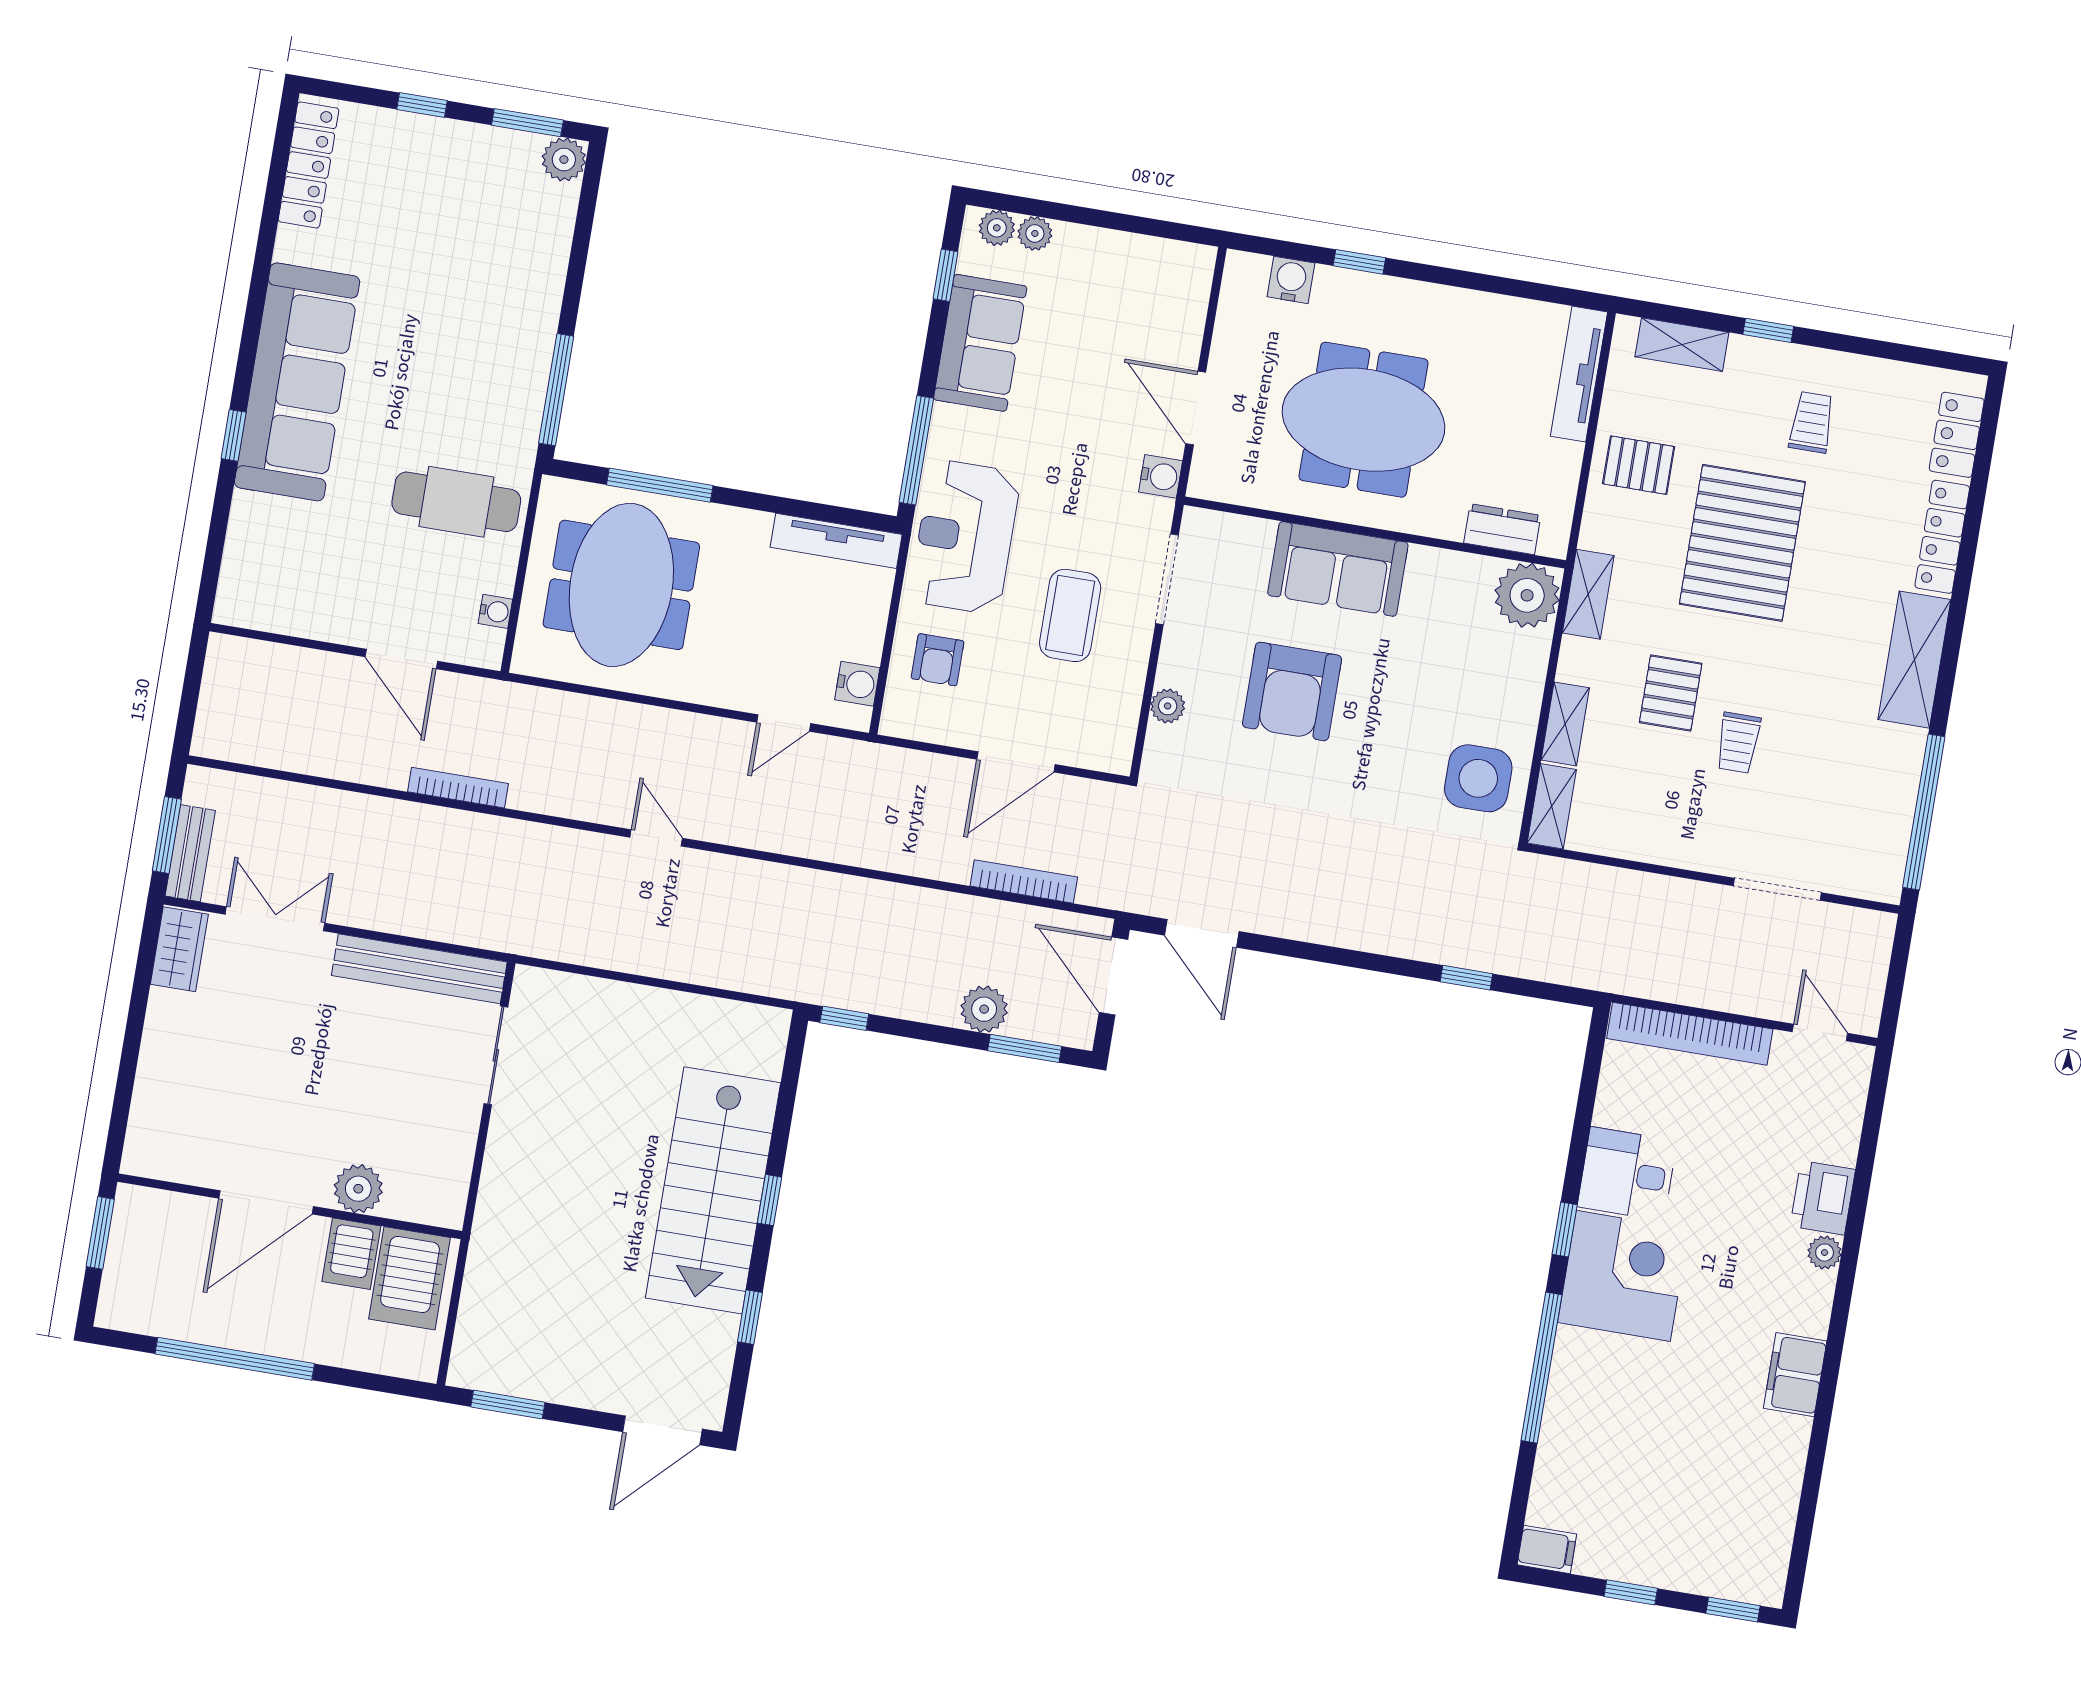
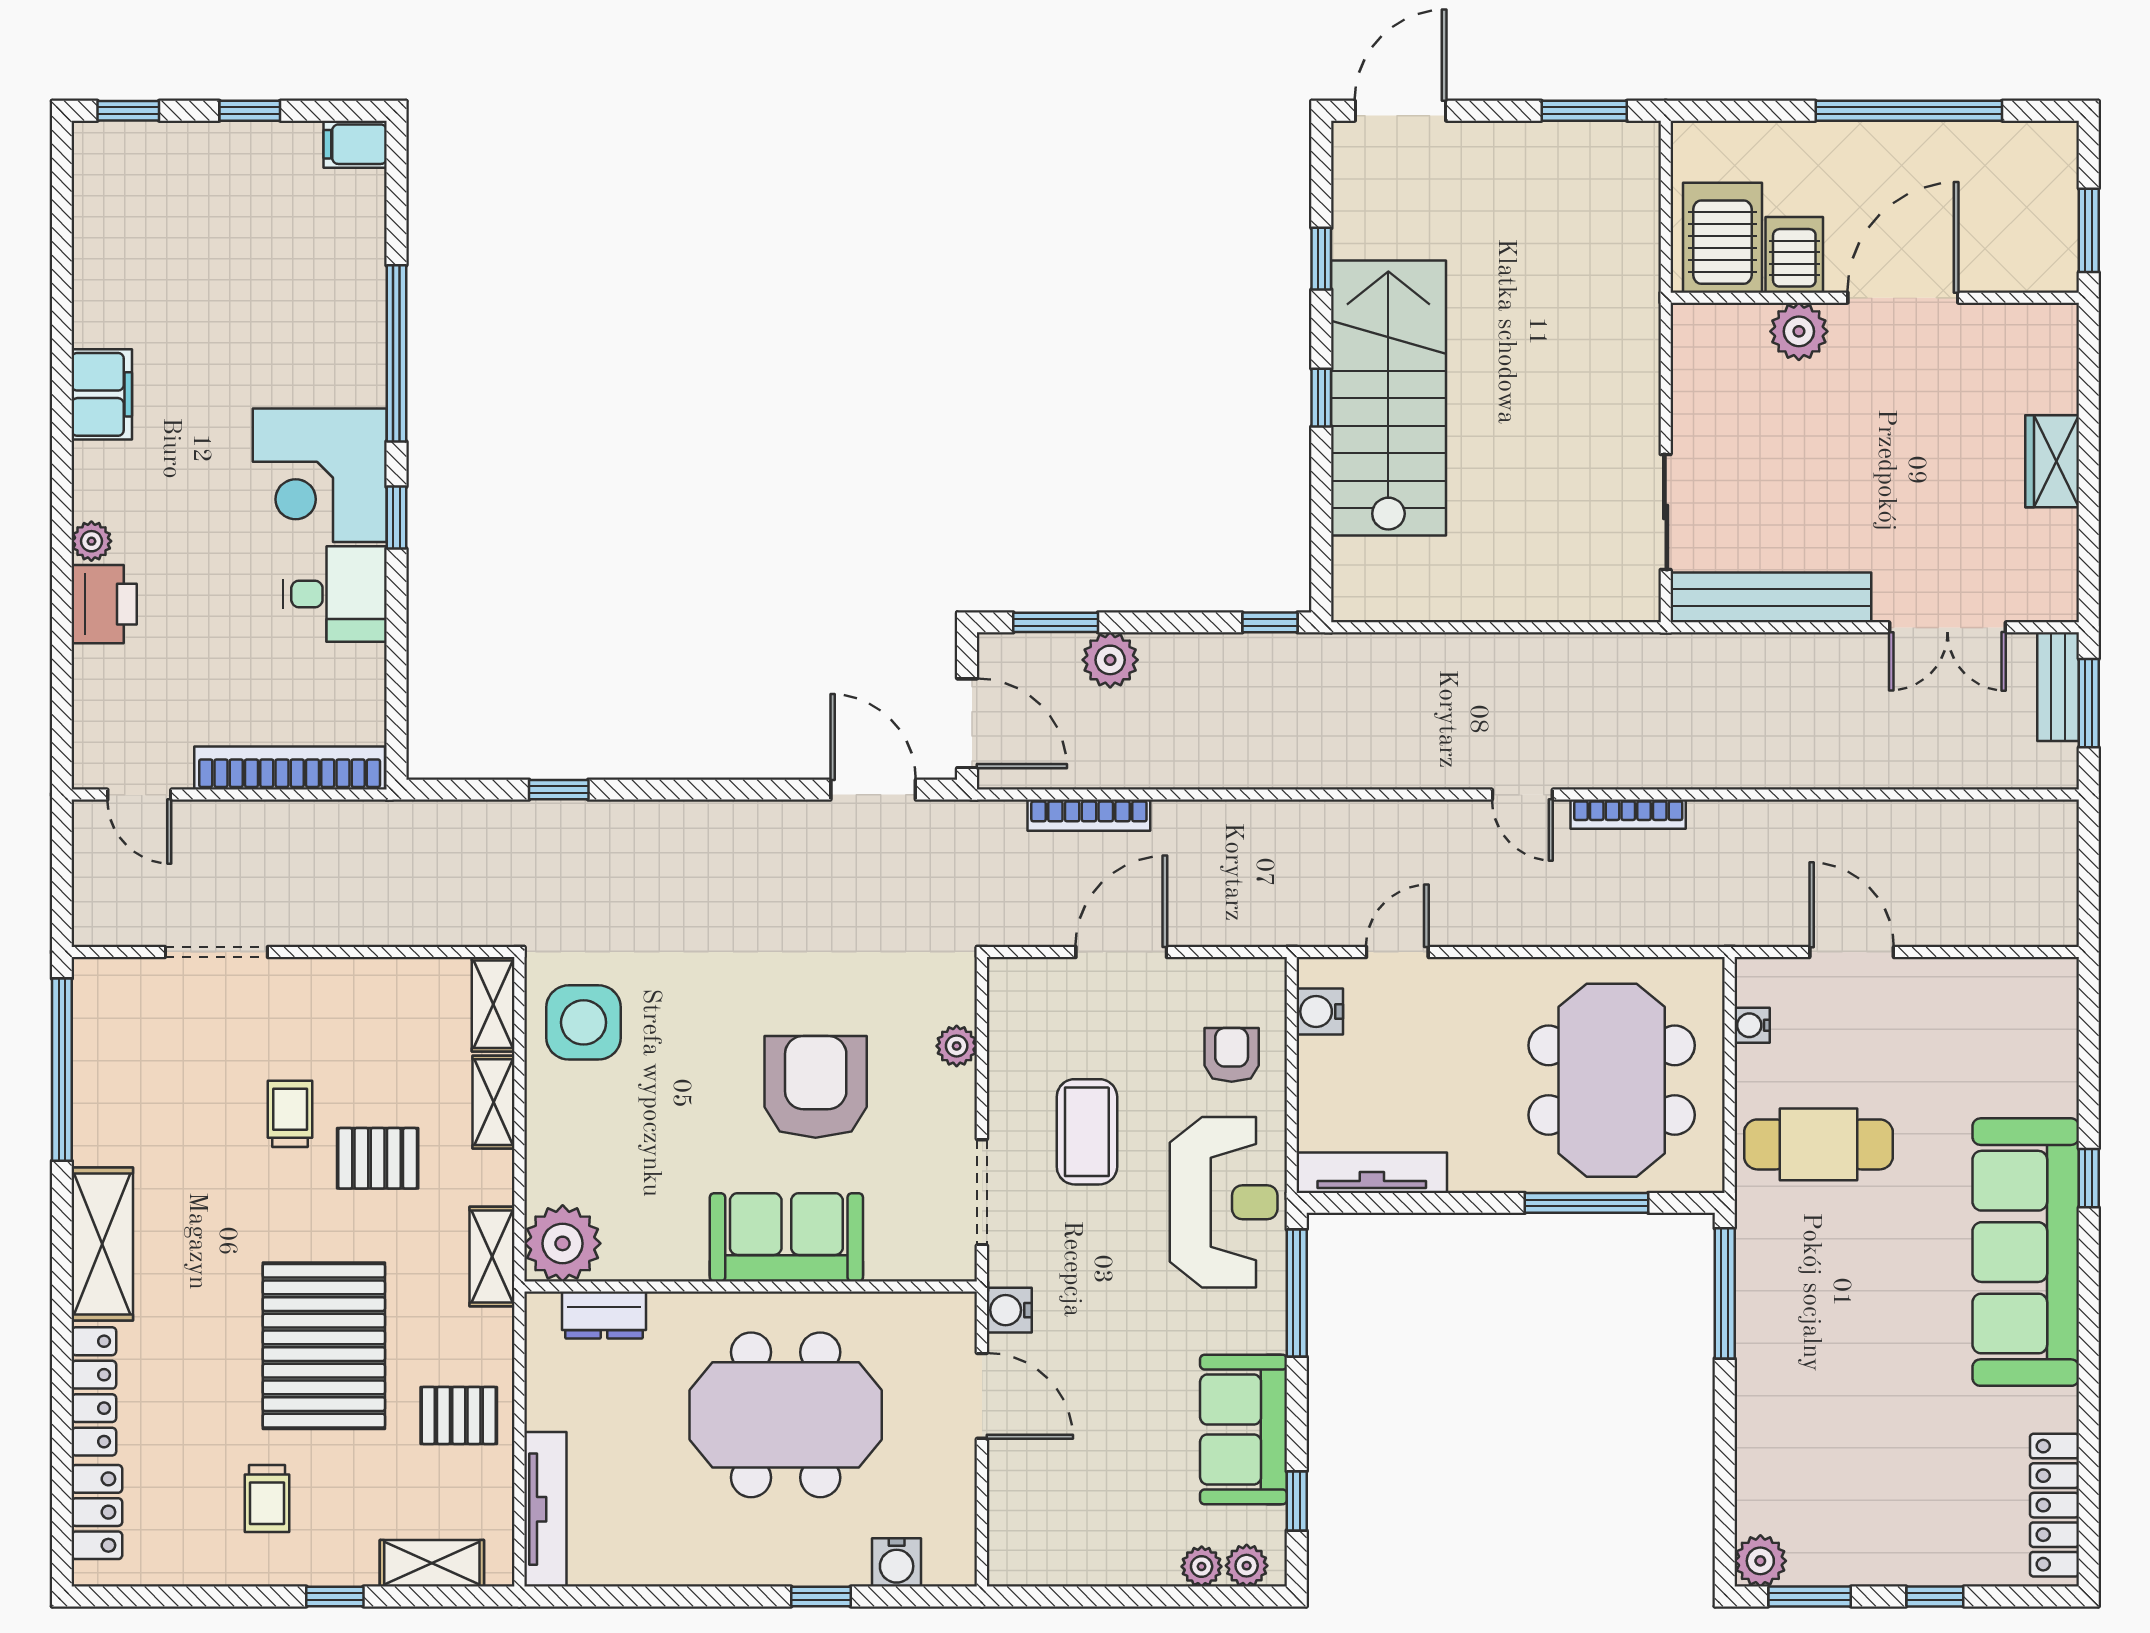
pallet: (1671, 693) -> (378, 1158), turned 90
bookcase: (458, 788) -> (1628, 814), moved
wardrobe: (179, 949) -> (2052, 461), moved

